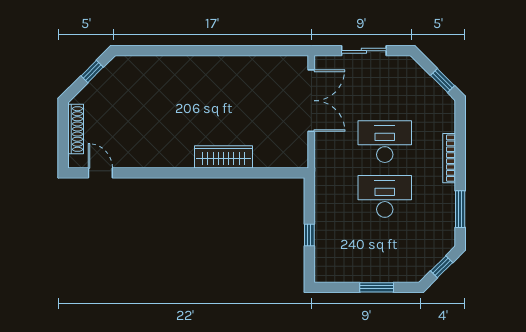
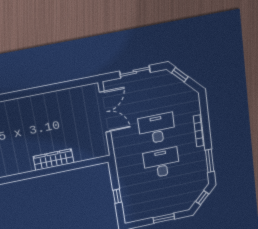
window: (442, 80) -> (180, 75), moved

